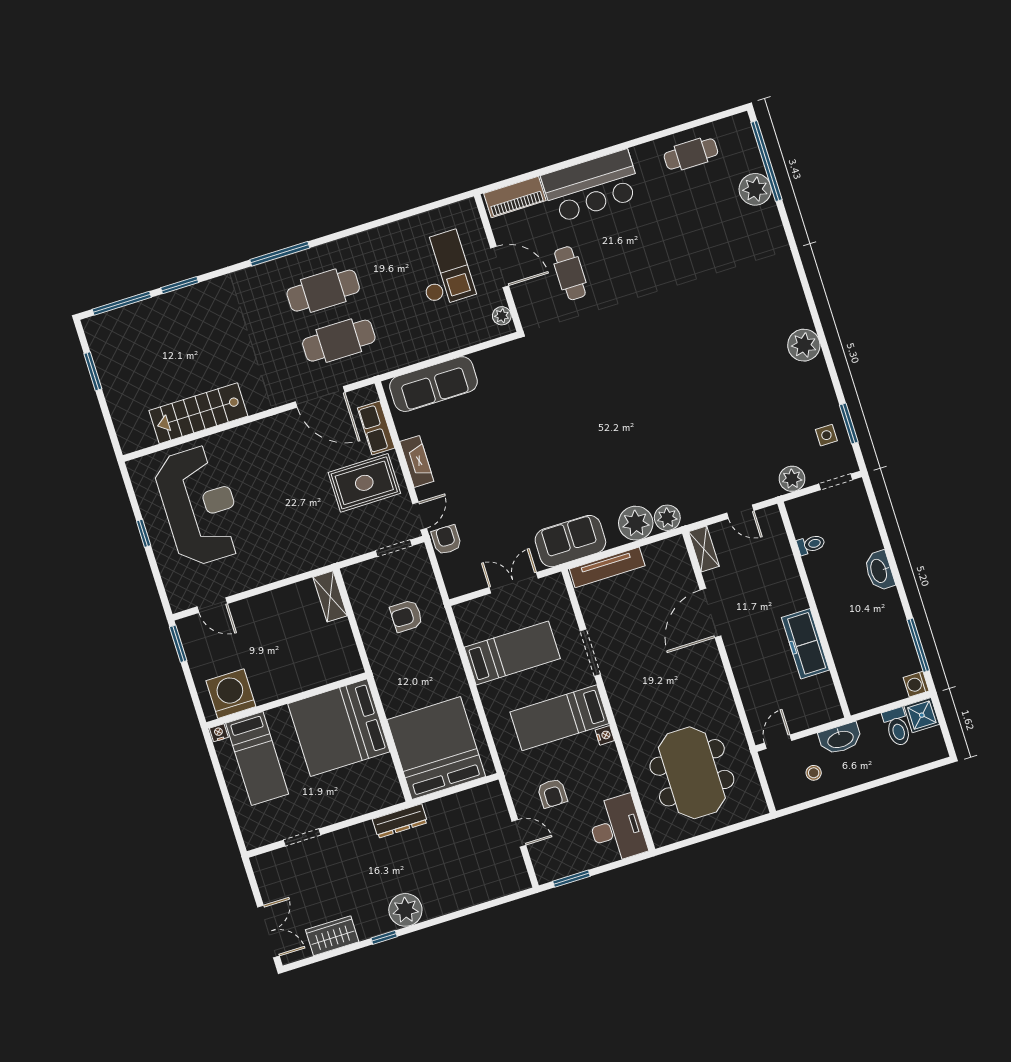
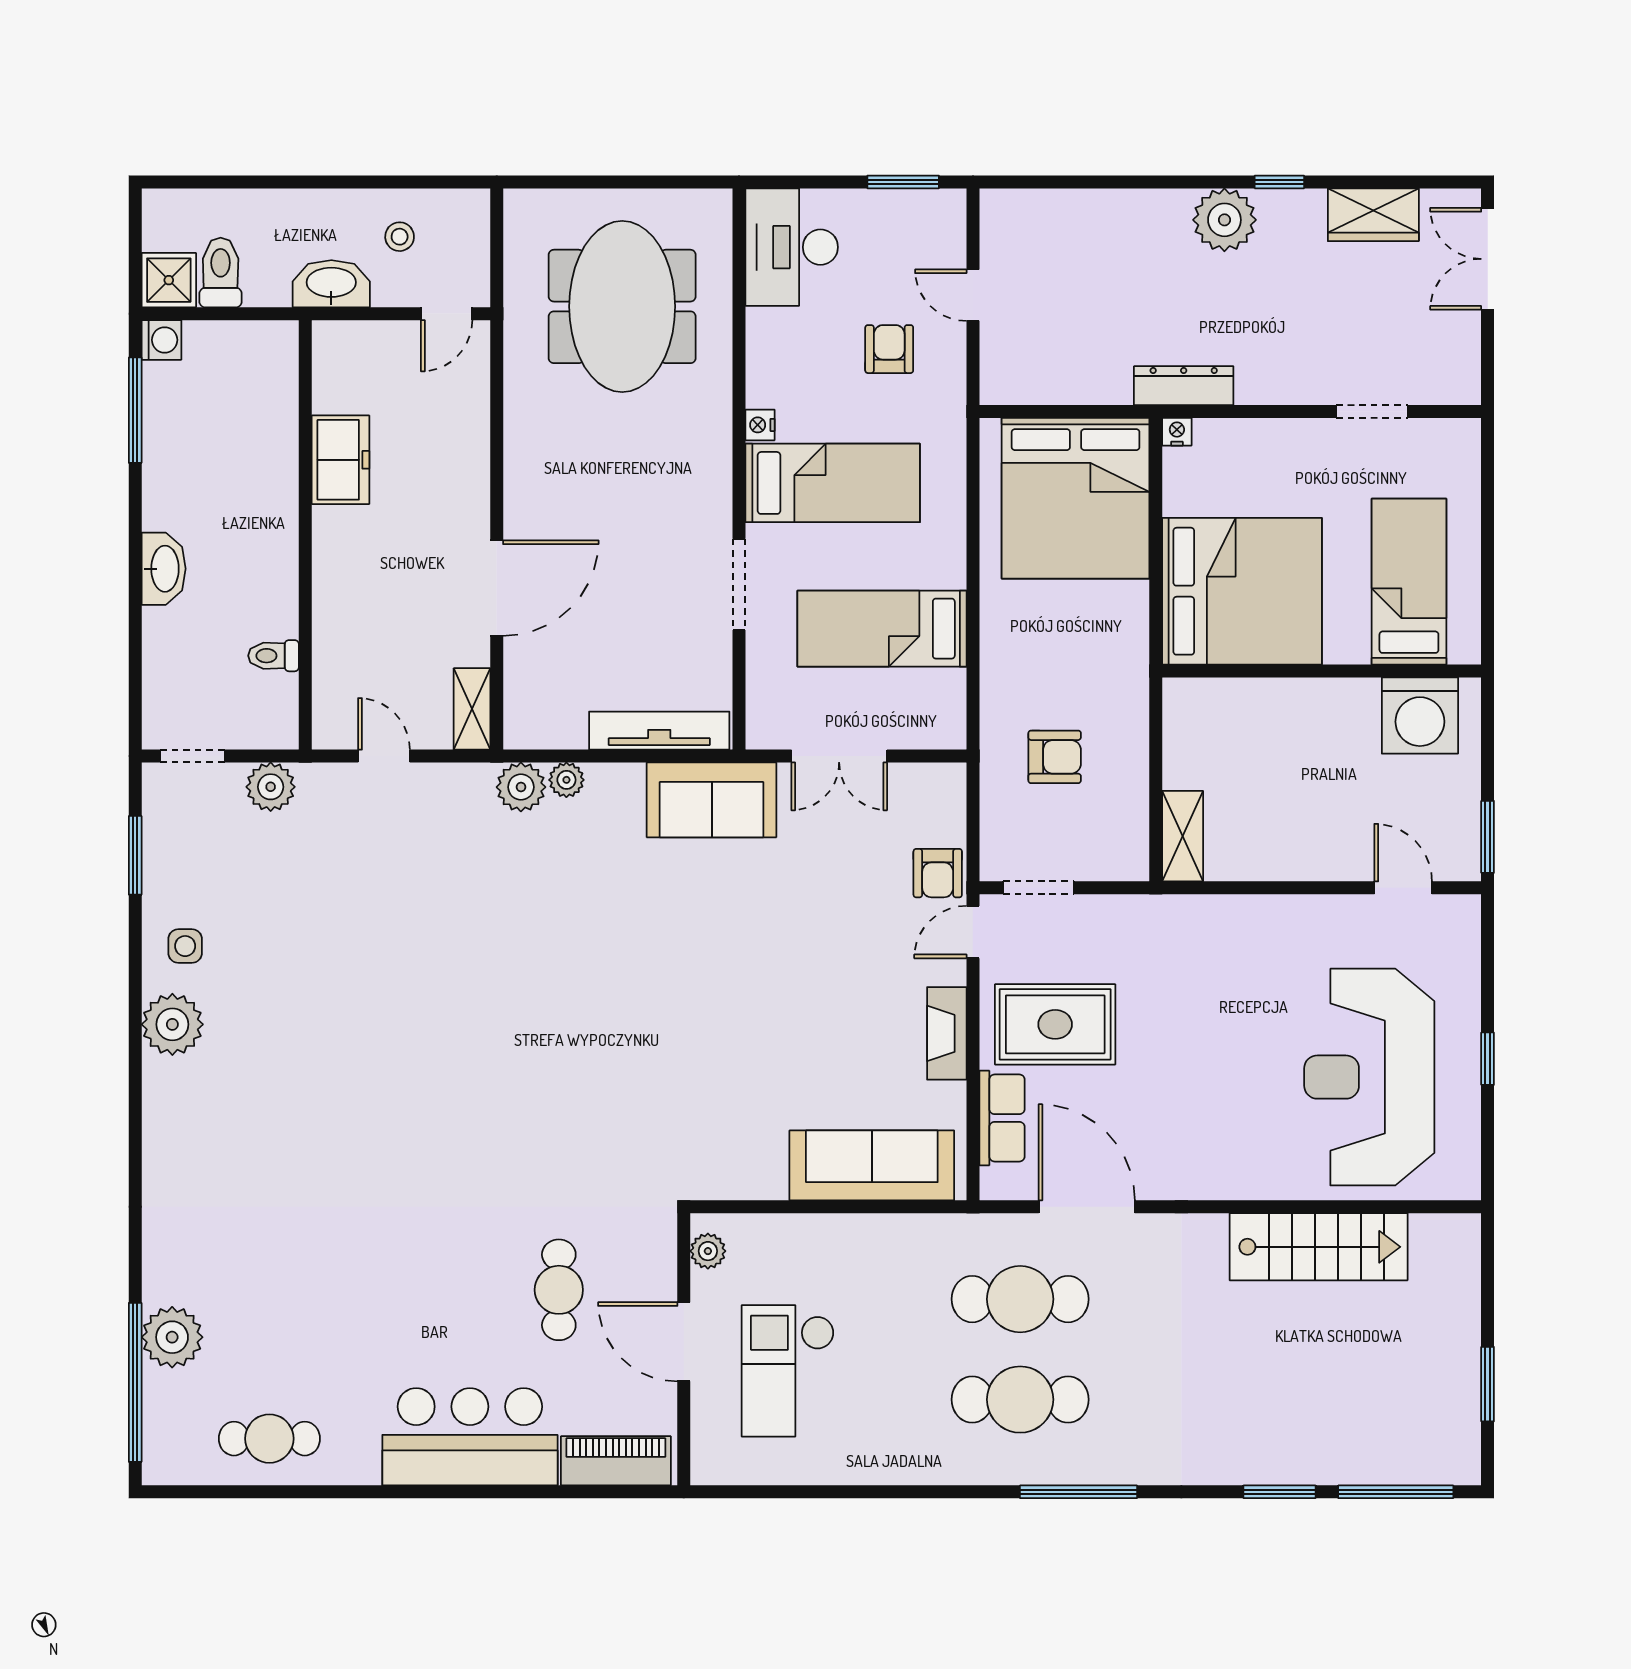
side table: (826, 435) -> (185, 946), moved
plant: (636, 523) -> (566, 780), width x0.53, depth x0.53
freezer: (805, 644) -> (340, 460), width x0.71
nightstand: (219, 733) -> (1177, 432), moved, turned 180

